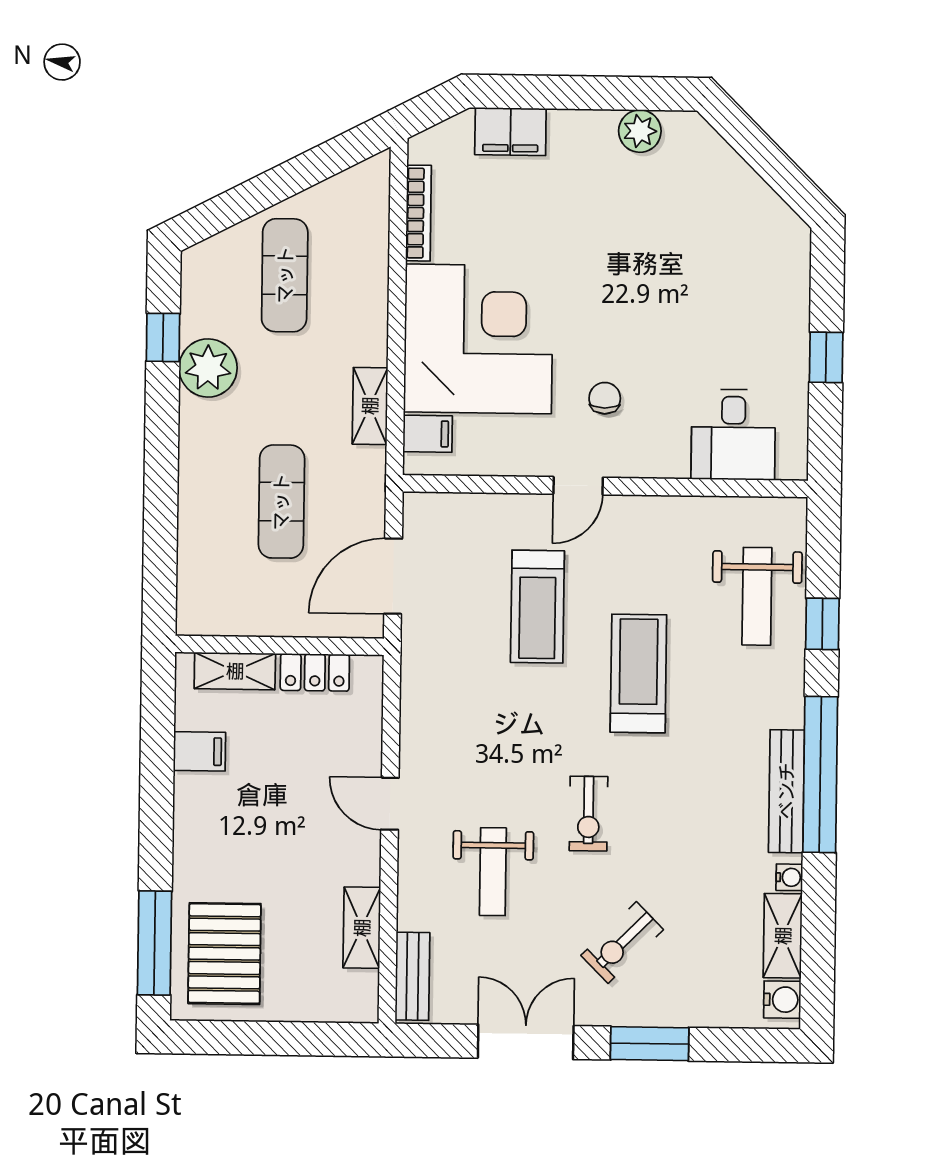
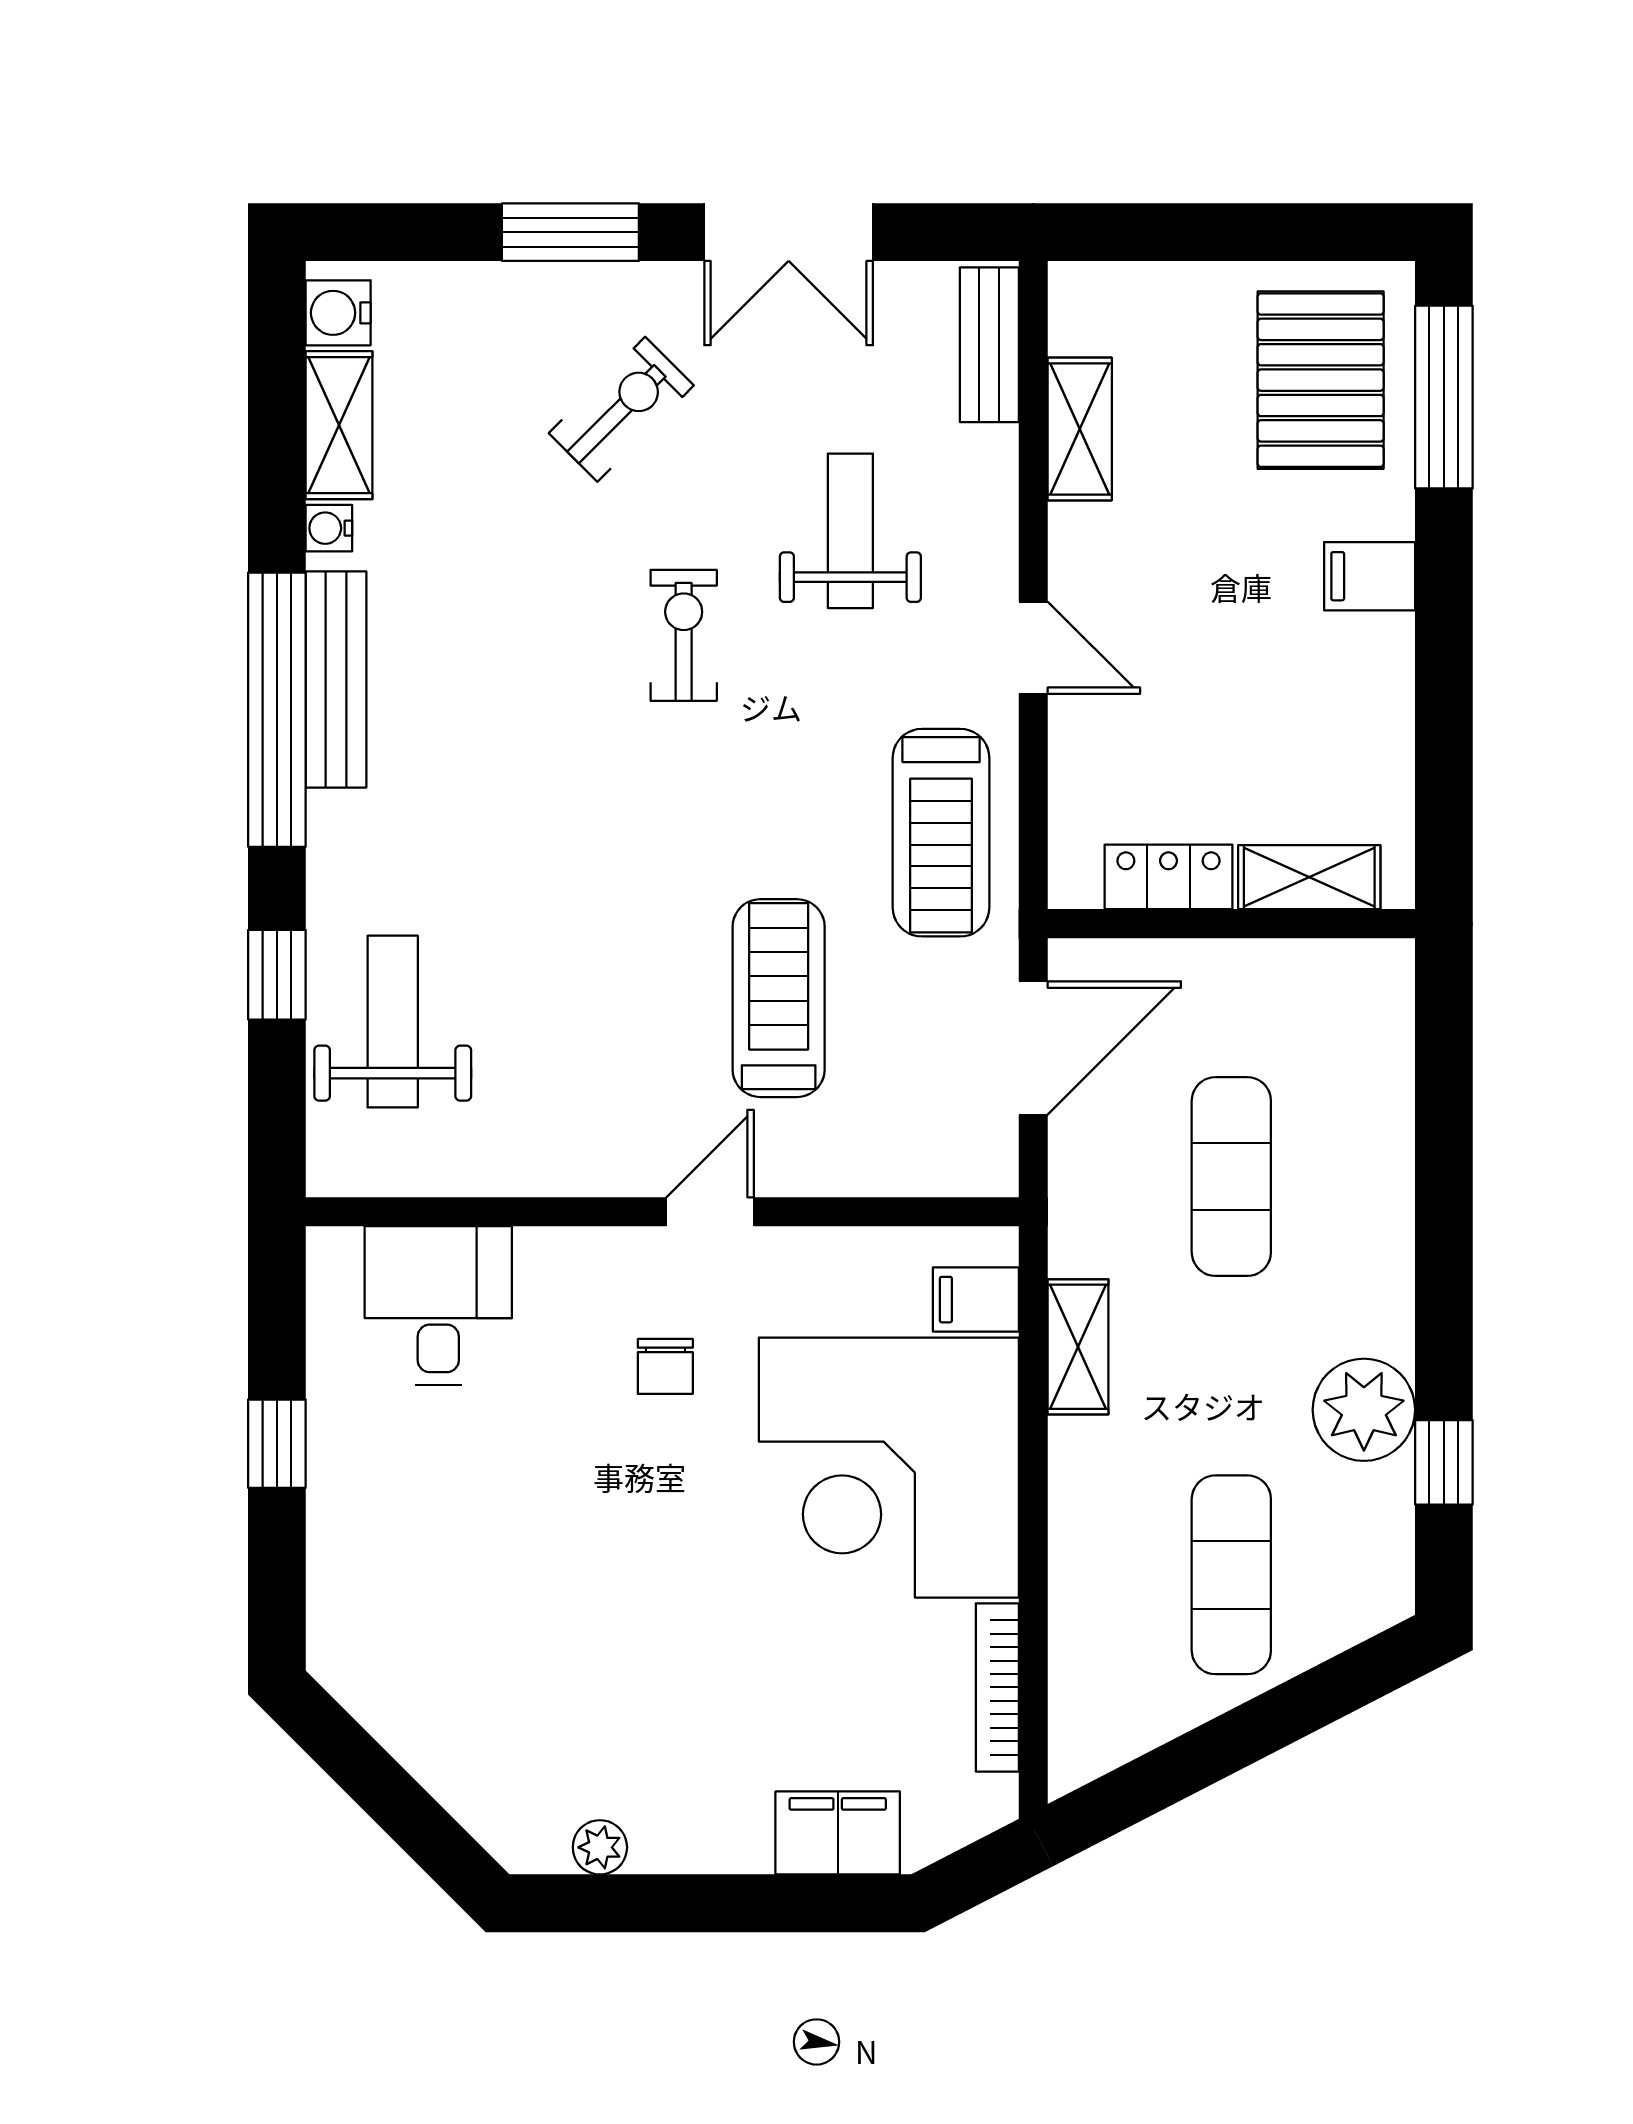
plant: (640, 131) -> (600, 1847), width x0.73, depth x0.73
treadmill: (638, 673) -> (941, 833), moved
filing cabinet: (199, 751) -> (1370, 576), moved

